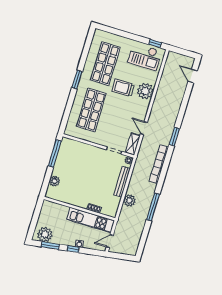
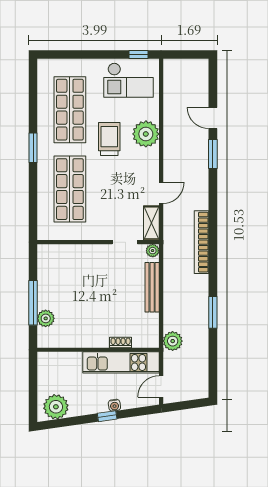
door: (193, 76) -> (213, 118), moved
trolley: (123, 88) -> (109, 139), turned 90
door: (144, 128) -> (161, 193), swing flipped
window: (174, 137) -> (213, 154), moved
window: (55, 153) -> (33, 303), moved
plant: (129, 200) -> (173, 341), moved
window: (153, 207) -> (213, 312), width x0.69
window: (50, 246) -> (70, 422), removed

